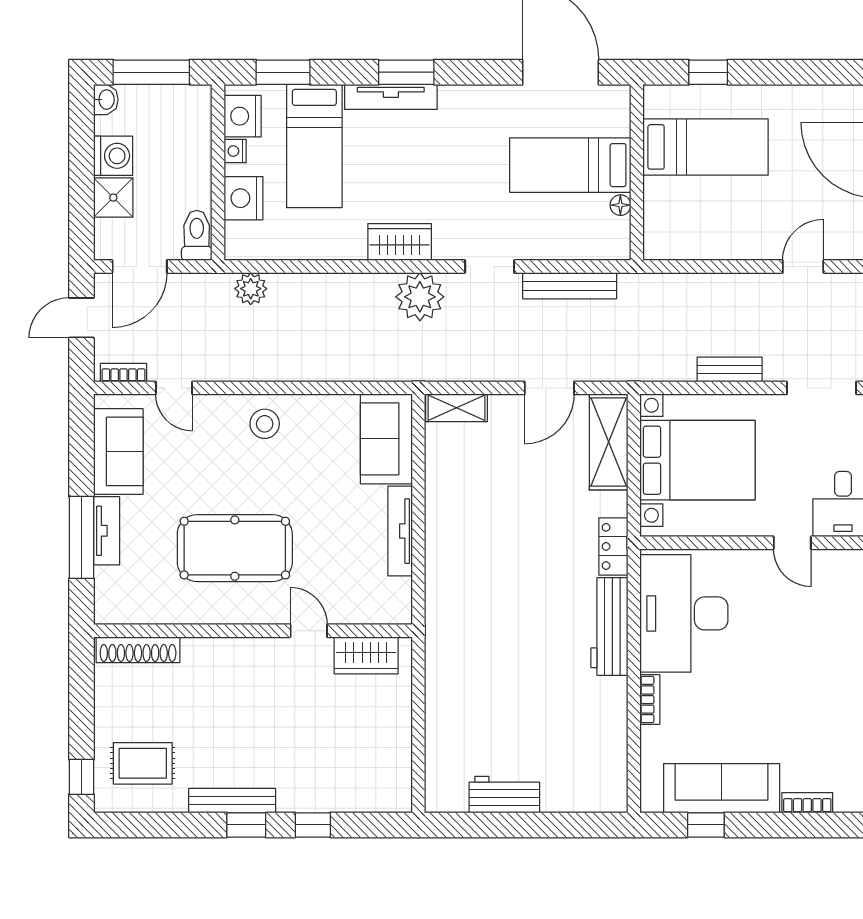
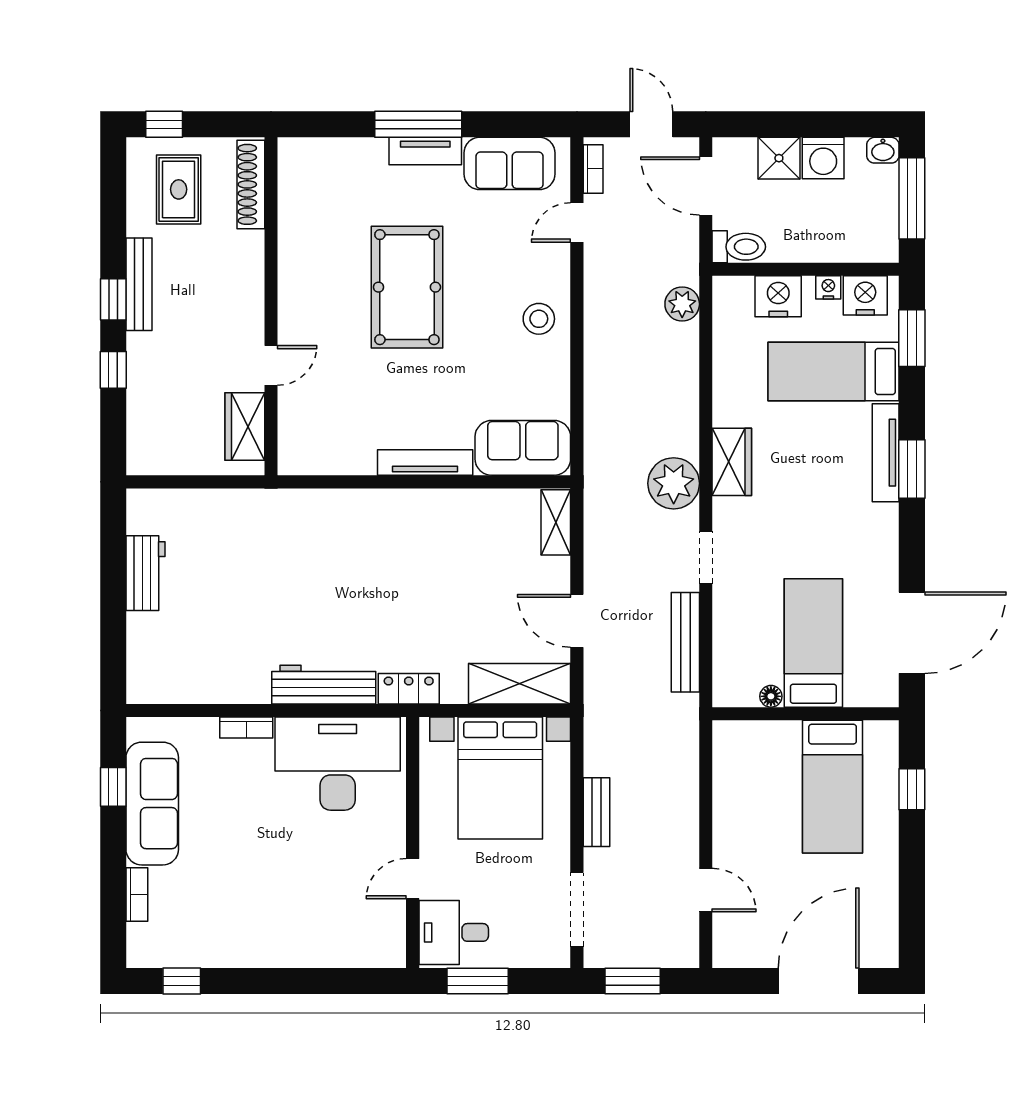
wall: (253, 631) -> (271, 306), moved
door: (309, 631) -> (271, 365), moved
shoe rack: (138, 650) -> (251, 184), moved
wardrobe: (366, 655) -> (245, 426), moved

